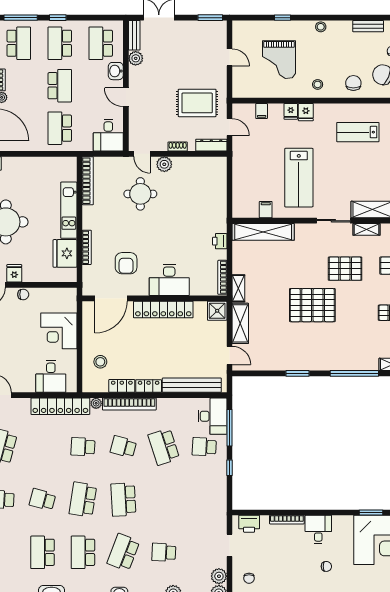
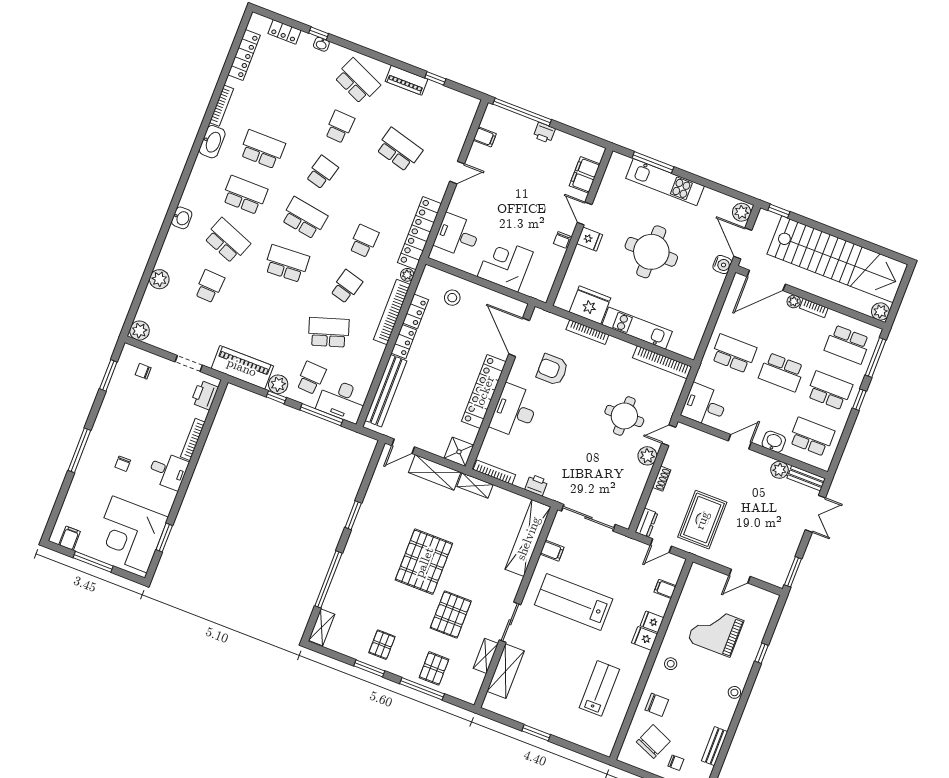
dresser: (211, 145) -> (646, 523), width x0.70
sliding door: (229, 191) -> (588, 518), added
piano: (216, 503) -> (242, 367), added
plant: (219, 576) -> (278, 384), moved

